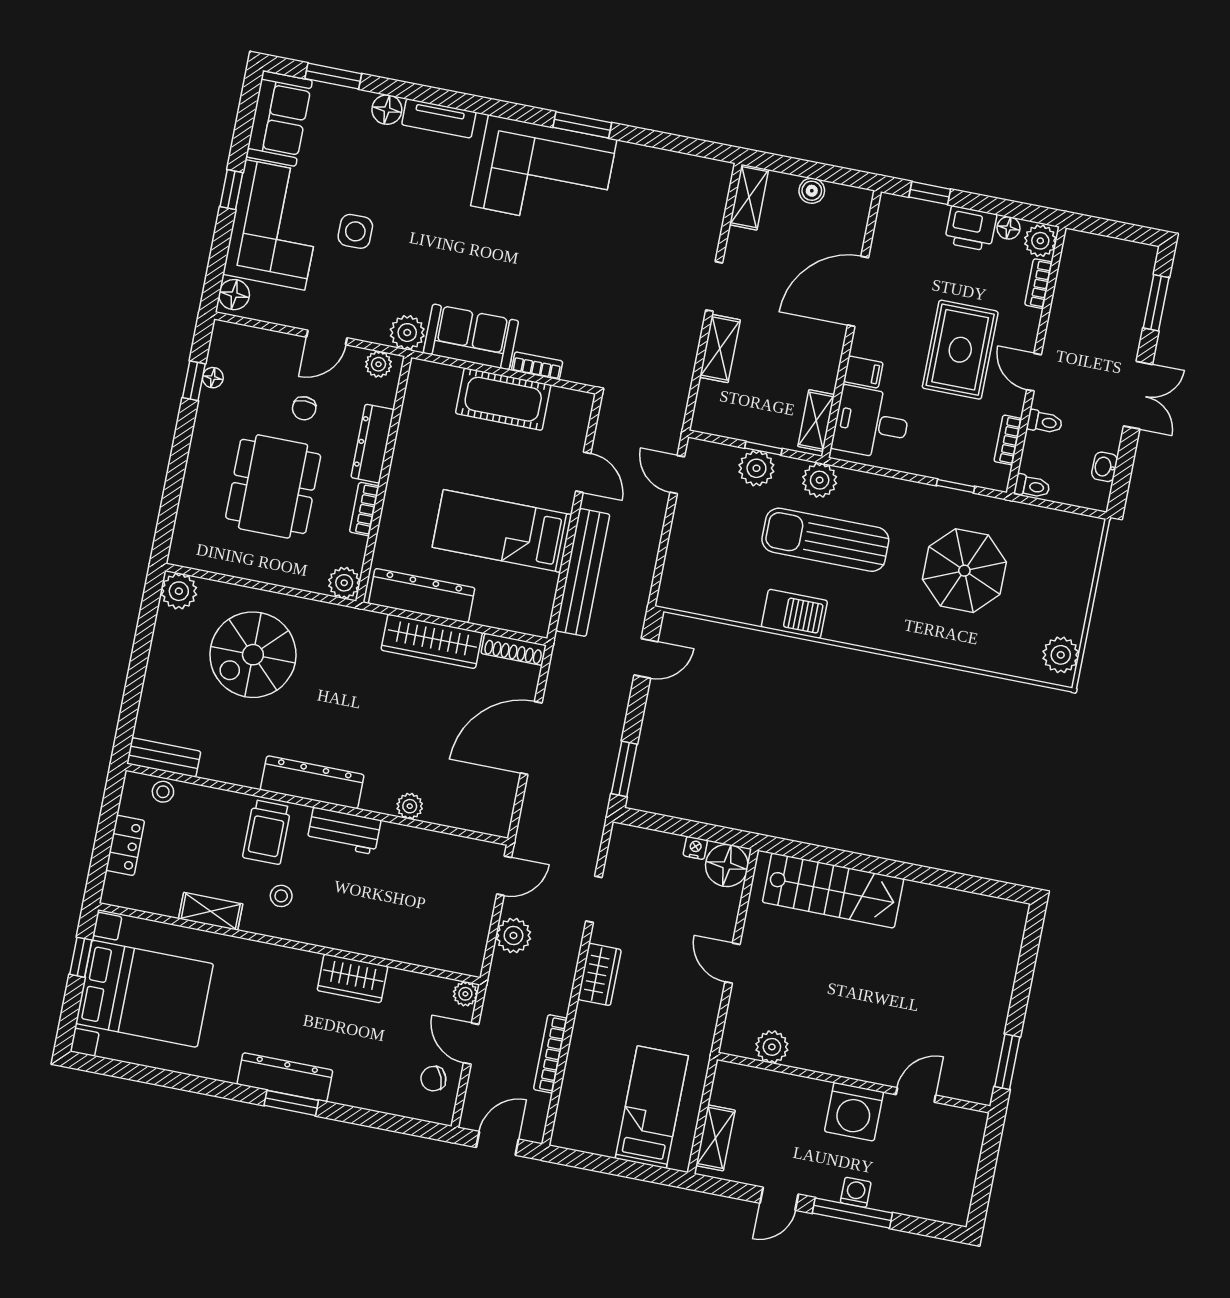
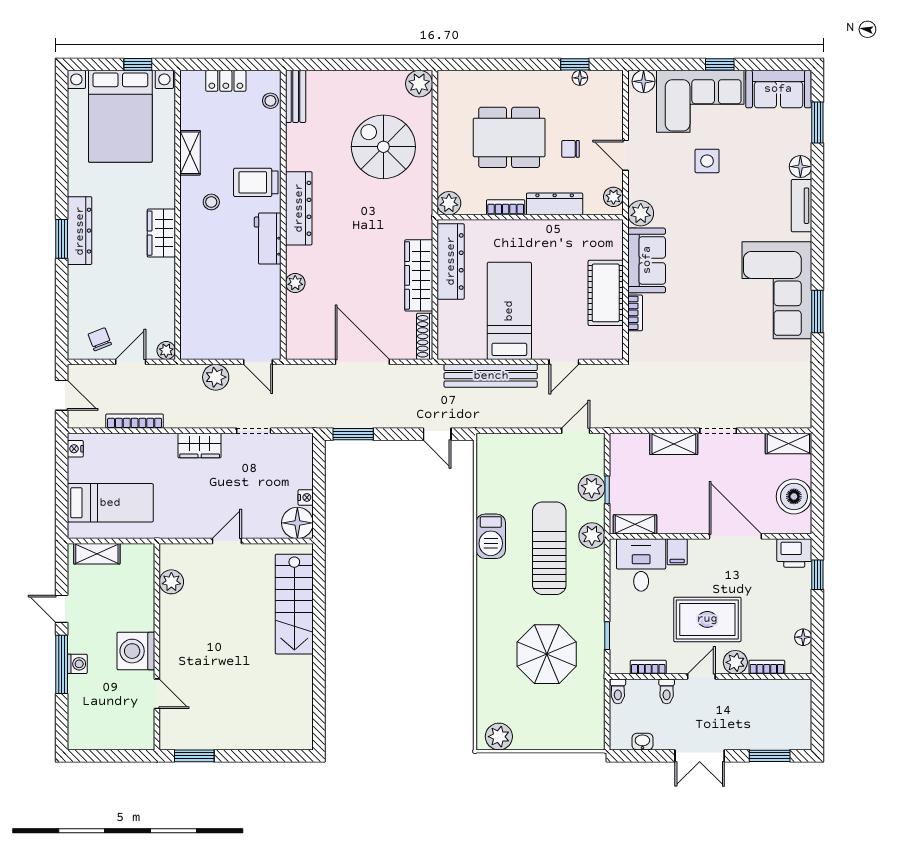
boiler: (812, 191) -> (794, 496), width x1.86, depth x1.86
printer: (971, 229) -> (794, 553), moved, turned -90
plant: (1040, 241) -> (735, 662), moved
wardrobe: (352, 978) -> (161, 233), moved
nightstand: (571, 1139) -> (75, 449), added

